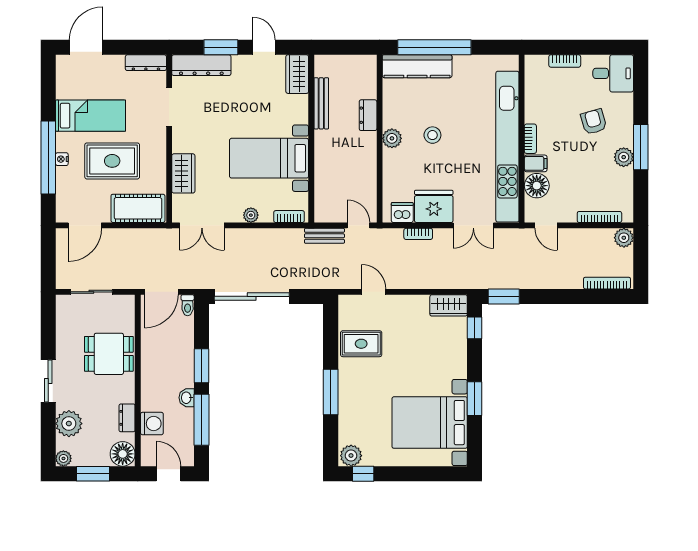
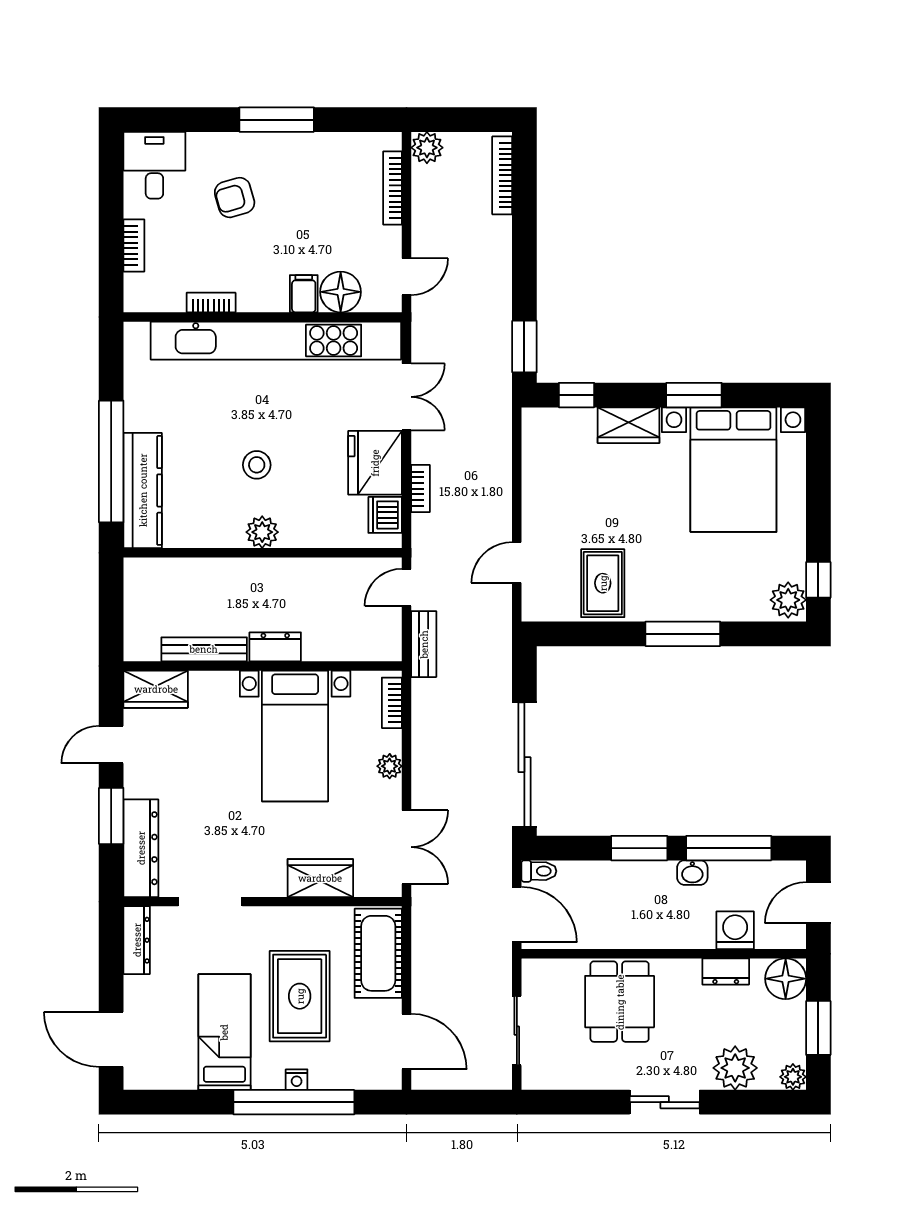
dresser: (368, 115) -> (275, 647), moved, turned 180
bookcase: (530, 139) -> (211, 303), moved
plant: (624, 157) -> (293, 148), removed
wardrobe: (449, 305) -> (629, 425), moved, turned 90

